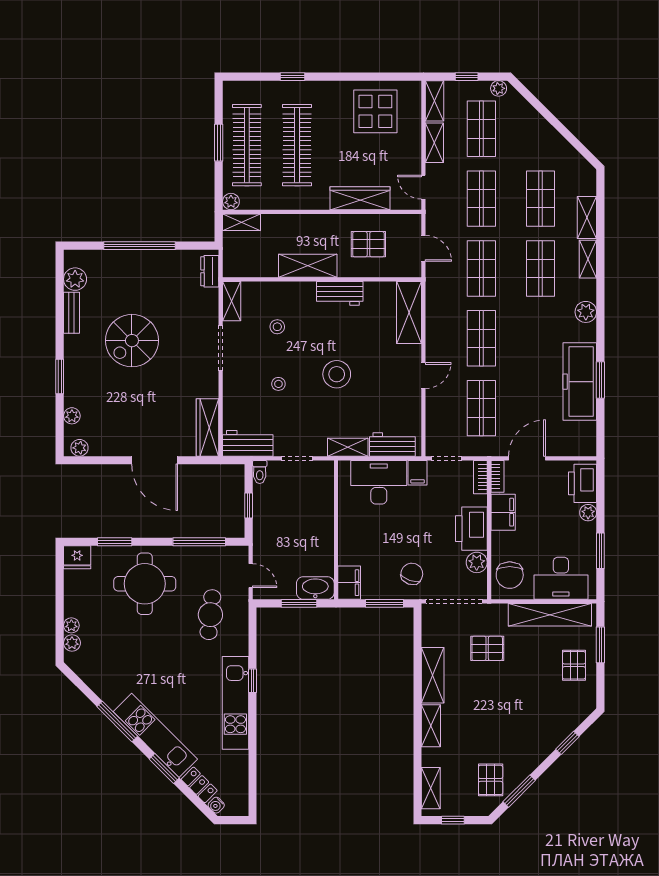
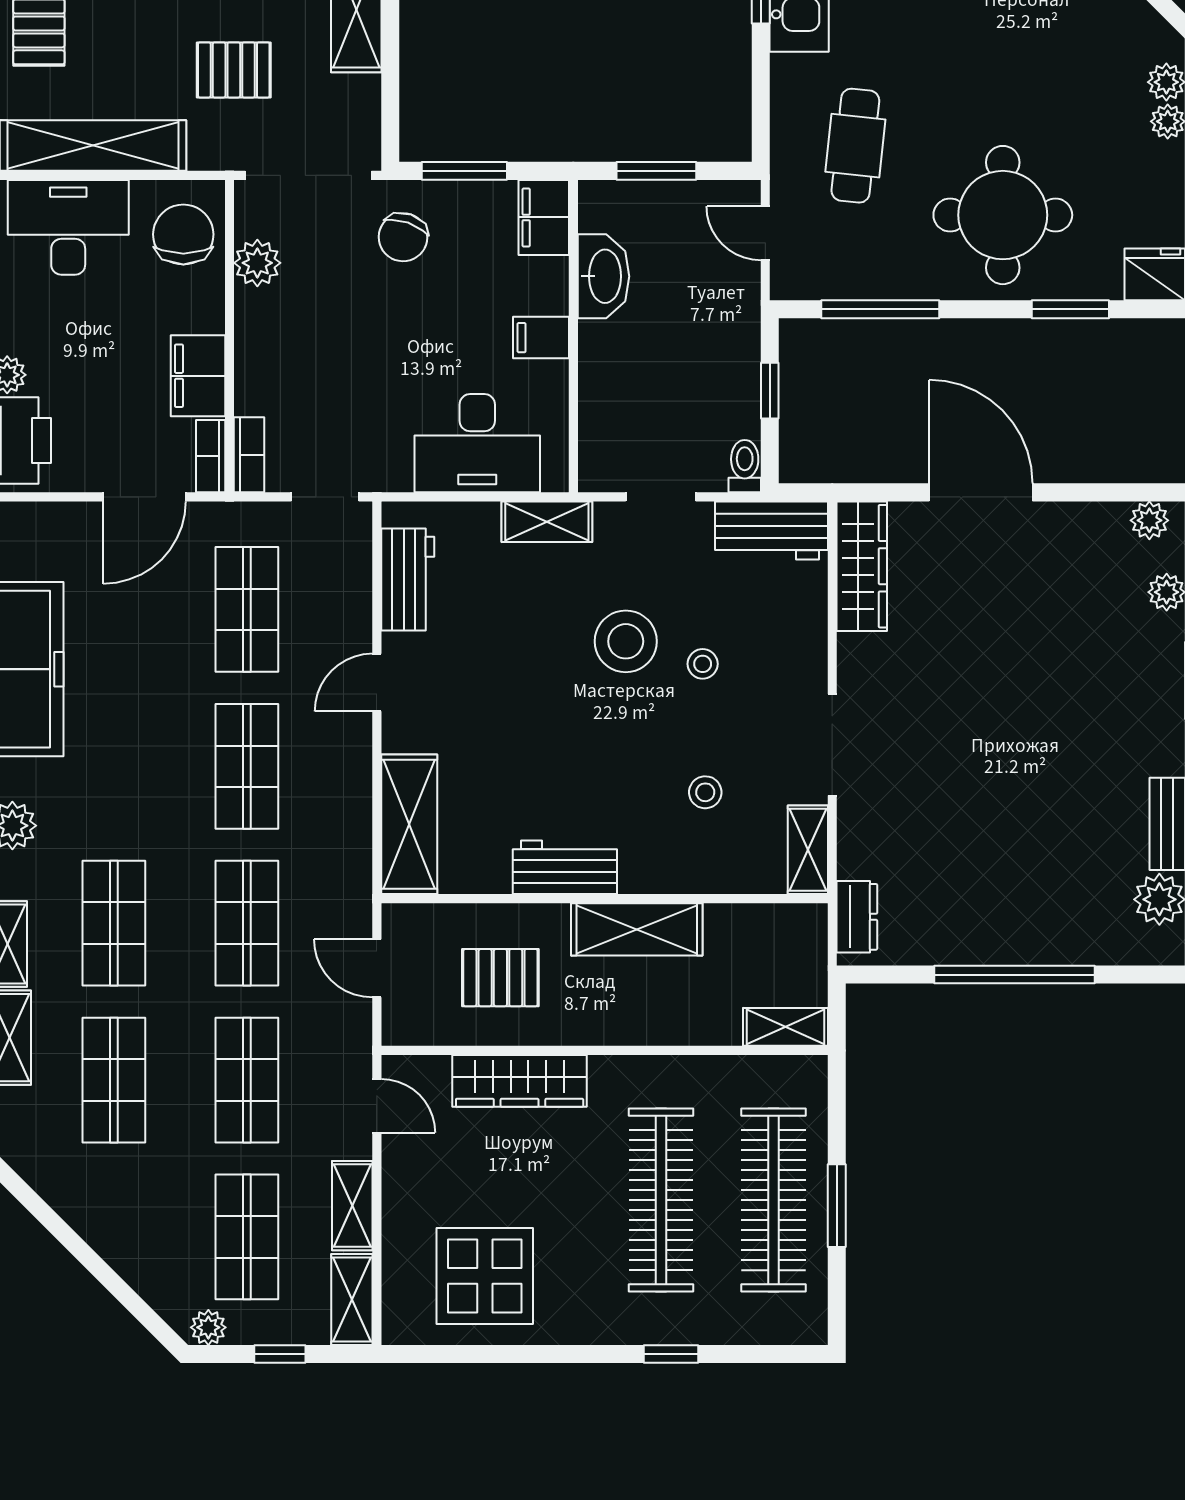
plant: (231, 202) -> (809, 1073), removed
spiral stairs: (132, 341) -> (1032, 761), removed
stool: (337, 374) -> (626, 641), moved
workbench: (392, 445) -> (408, 580), moved, turned -90
filing cabinet: (418, 473) -> (541, 338), moved, turned -90
printer: (471, 529) -> (269, 339), removed
washbasin: (315, 588) -> (603, 276), moved, turned -90

